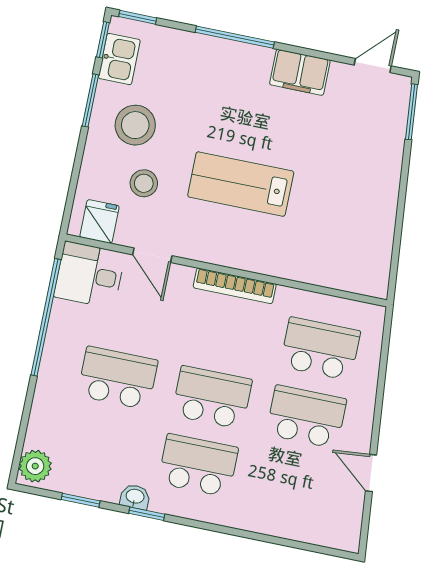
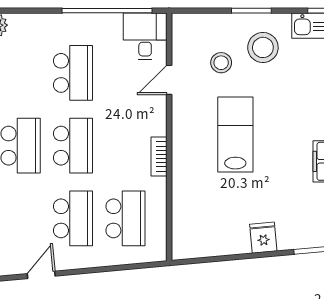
window: (90, 100) -> (251, 11), moved
fridge: (100, 221) -> (263, 238), moved, turned -95
bookcase: (235, 286) -> (159, 157), width x0.64

